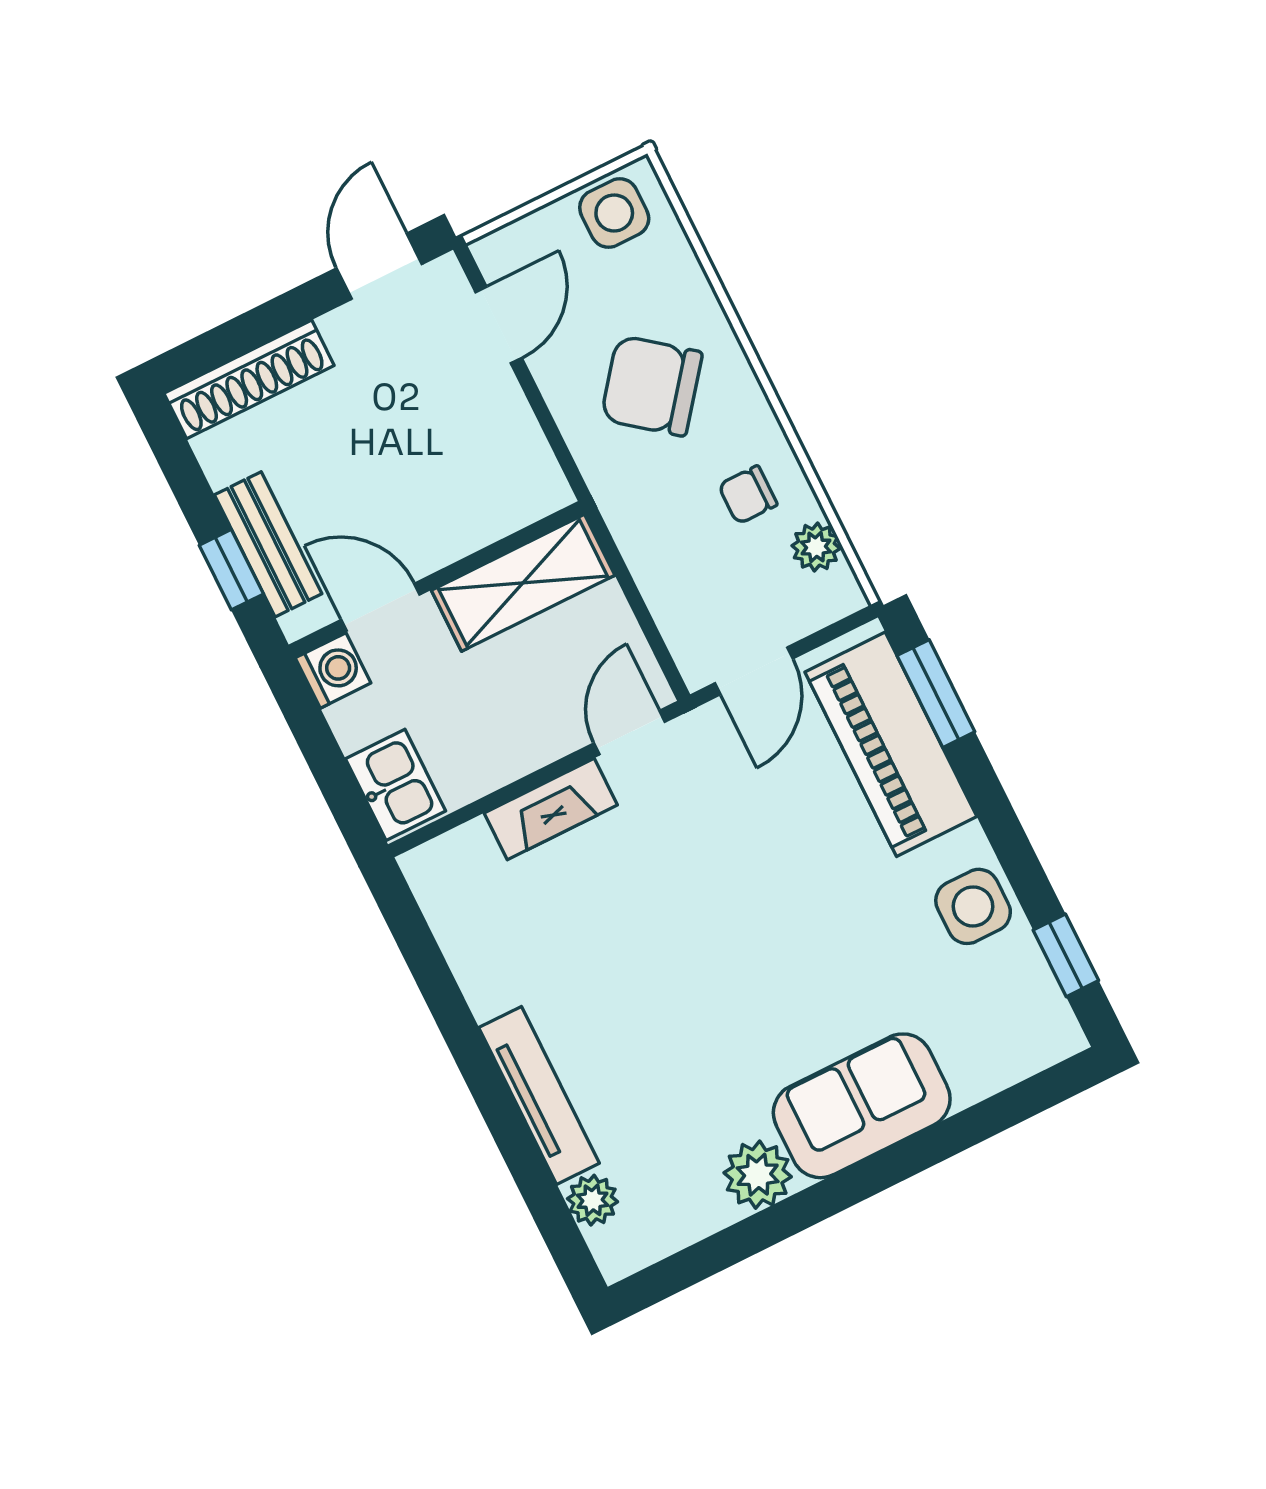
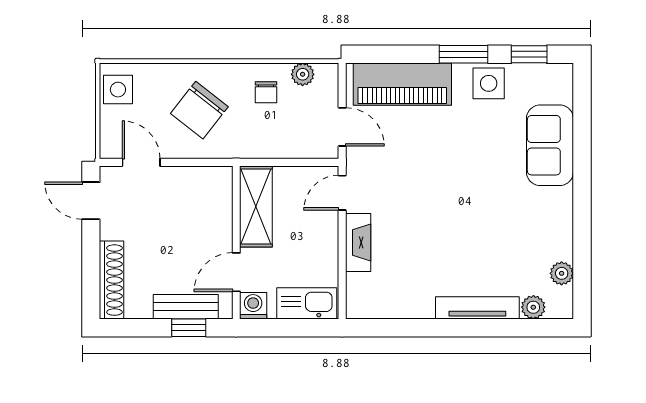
window: (936, 694) -> (464, 54), moved
door: (630, 733) -> (342, 193), hinge flipped
kitchen sink: (395, 785) -> (307, 303), width x1.38
sofa: (862, 1106) -> (550, 145), moved
plant: (758, 1175) -> (562, 273), moved, width x0.73, depth x0.73

